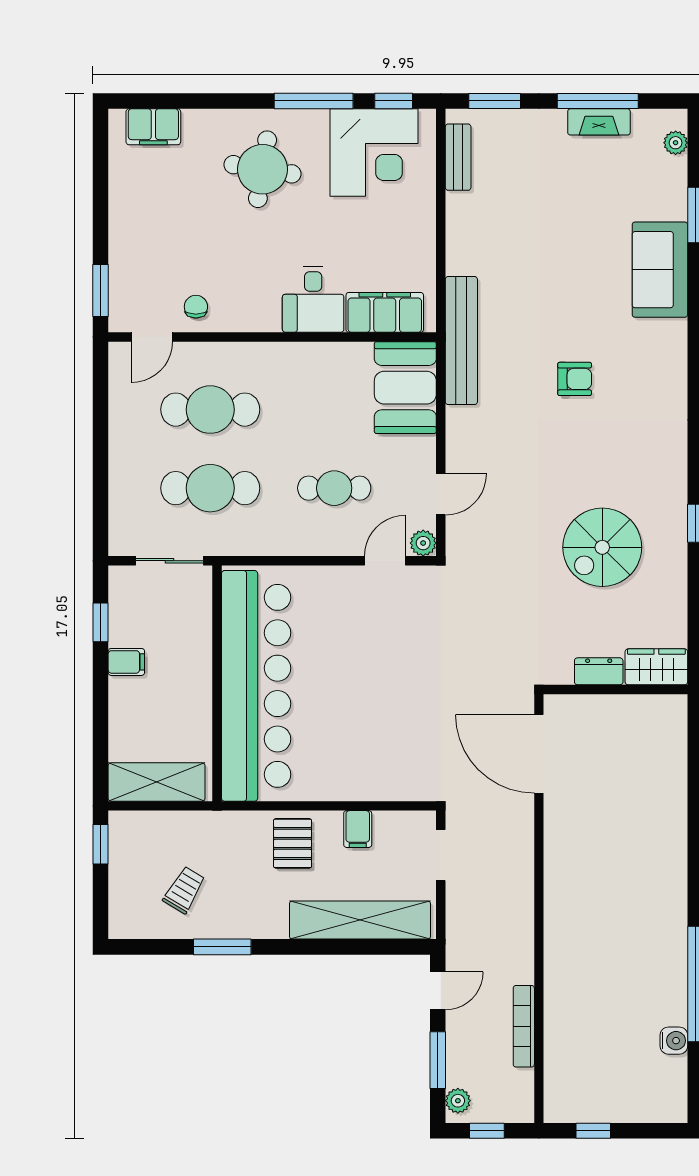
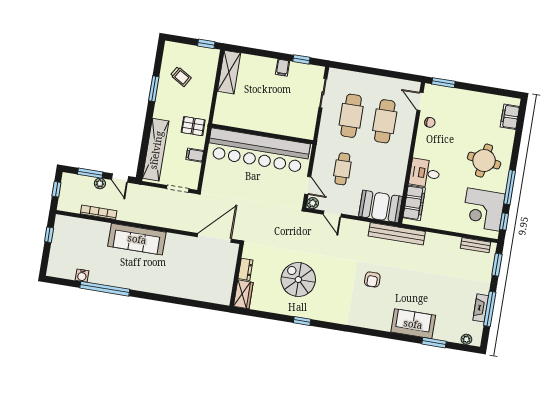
wall: (217, 683) -> (262, 134), moved
bar counter: (256, 686) -> (258, 150), moved
sofa: (571, 929) -> (137, 239), added
plant: (458, 1101) -> (100, 184), moved

